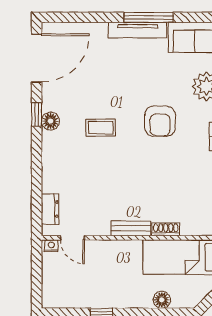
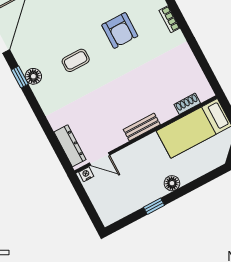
dresser: (50, 209) -> (70, 146), width x1.44
shoe rack: (166, 229) -> (187, 104), moved
floor lamp: (162, 300) -> (172, 183), moved

